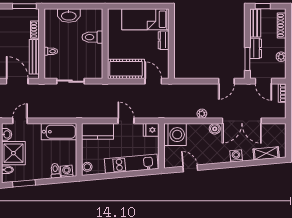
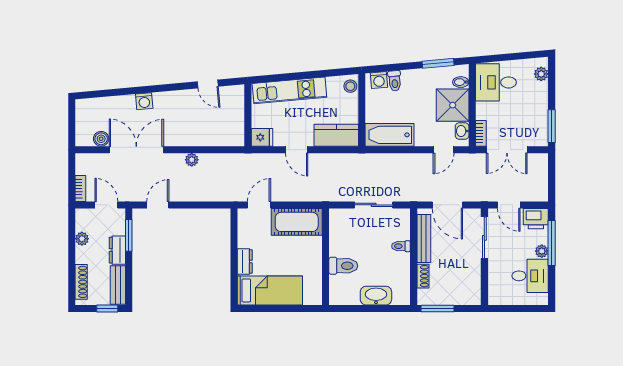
door: (153, 81) -> (259, 205), swing flipped
boiler: (215, 129) -> (101, 139), moved
washing machine: (175, 135) -> (229, 131), removed
shelving: (266, 153) -> (103, 105), removed

